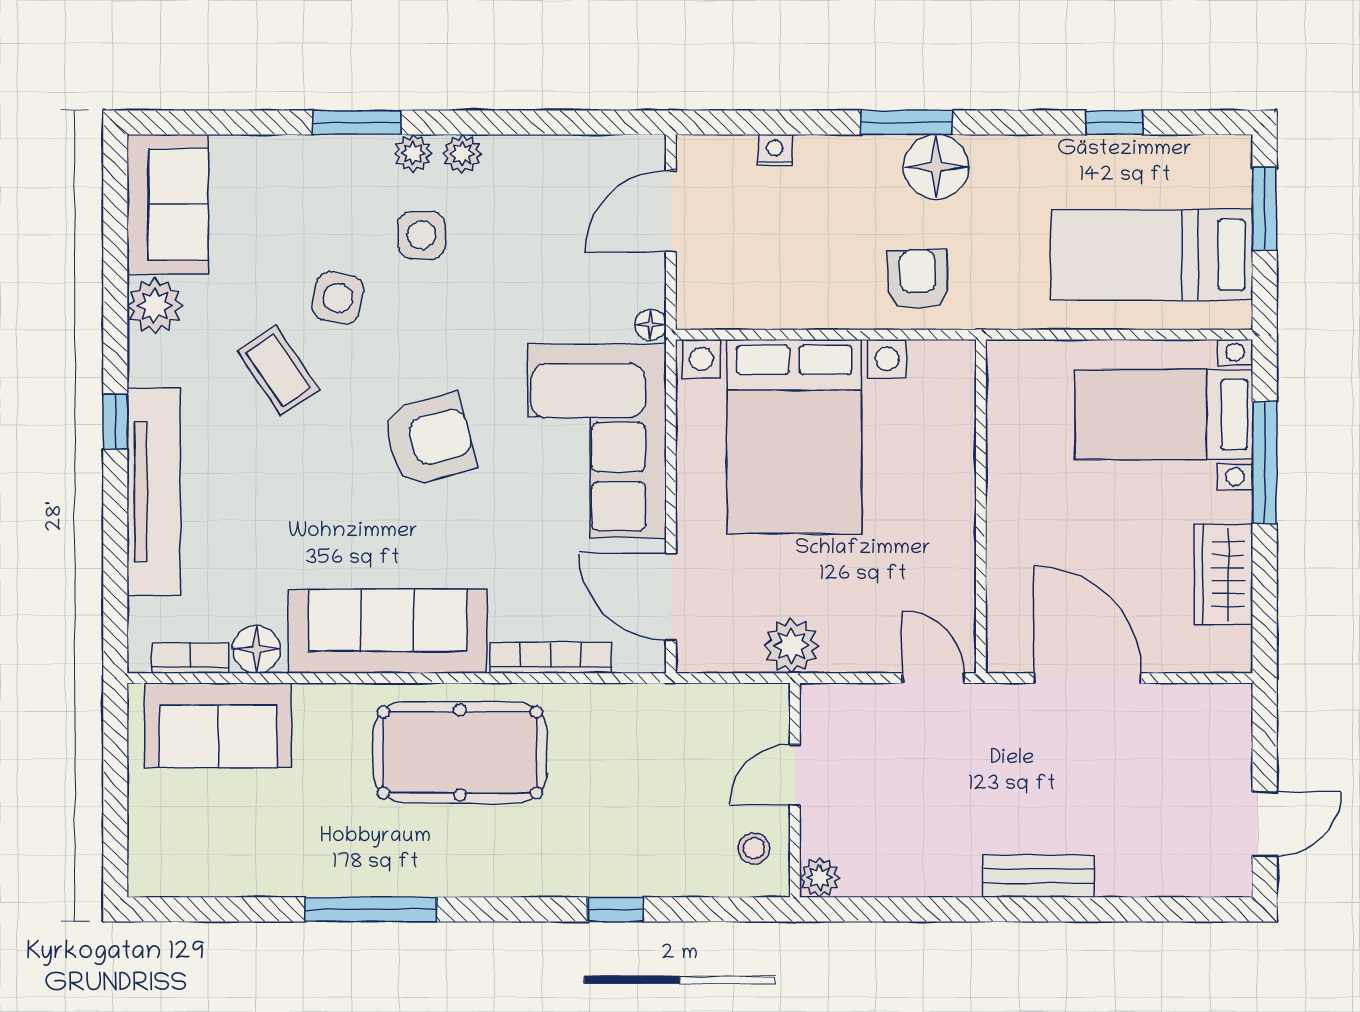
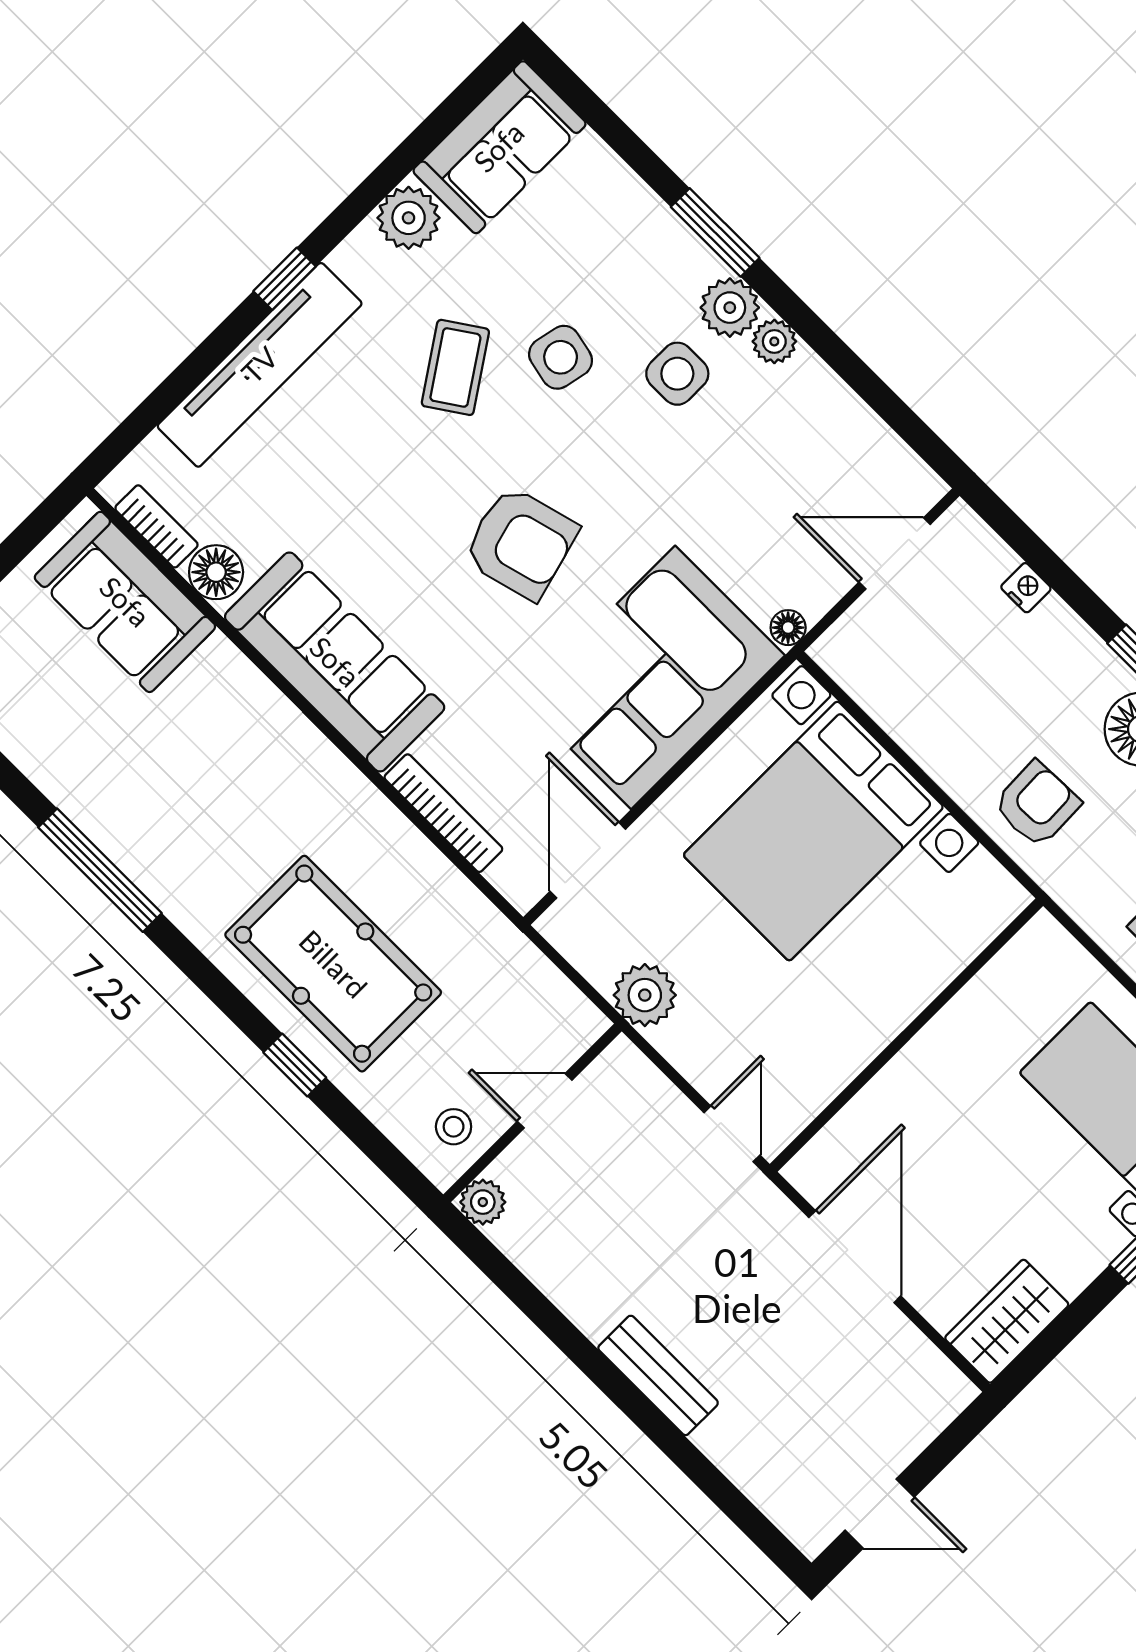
plant: (413, 153) -> (730, 308), width x1.38, depth x1.38
wardrobe: (1224, 574) -> (1007, 1321), moved
pool table: (460, 752) -> (333, 964), moved

